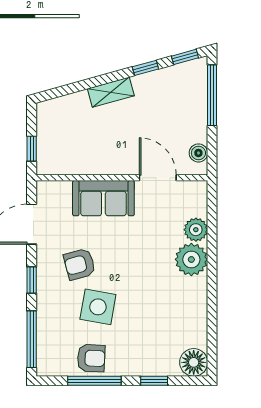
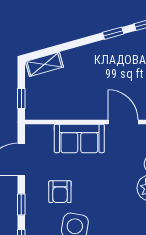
shelving: (111, 92) -> (44, 64), moved
armchair: (80, 264) -> (60, 192), turned -75

